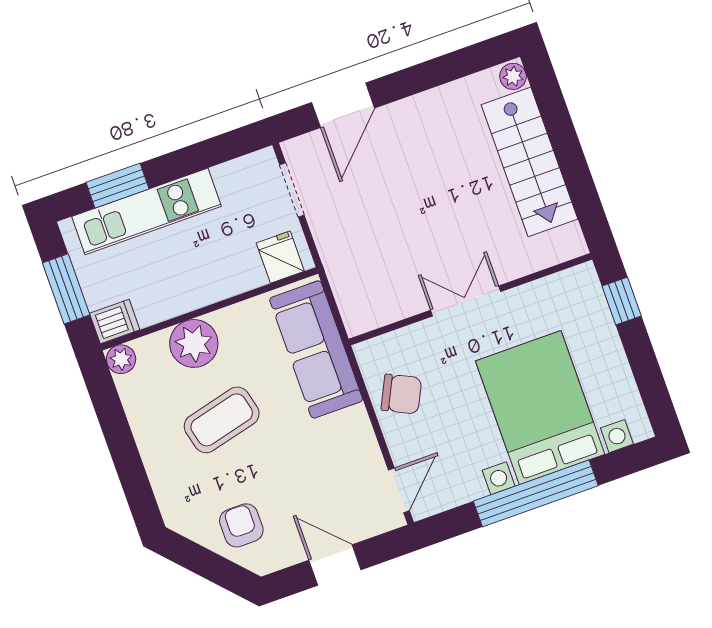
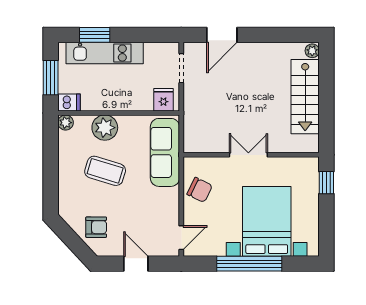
coffee table: (222, 420) -> (105, 171), turned 31
armchair: (241, 525) -> (96, 227), turned 90

